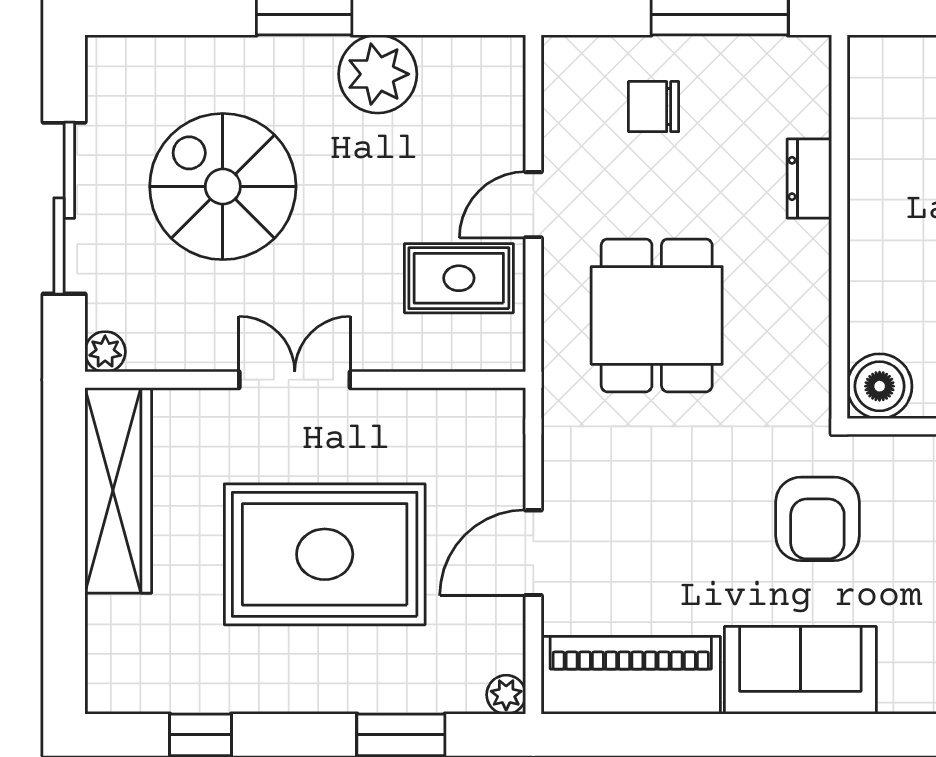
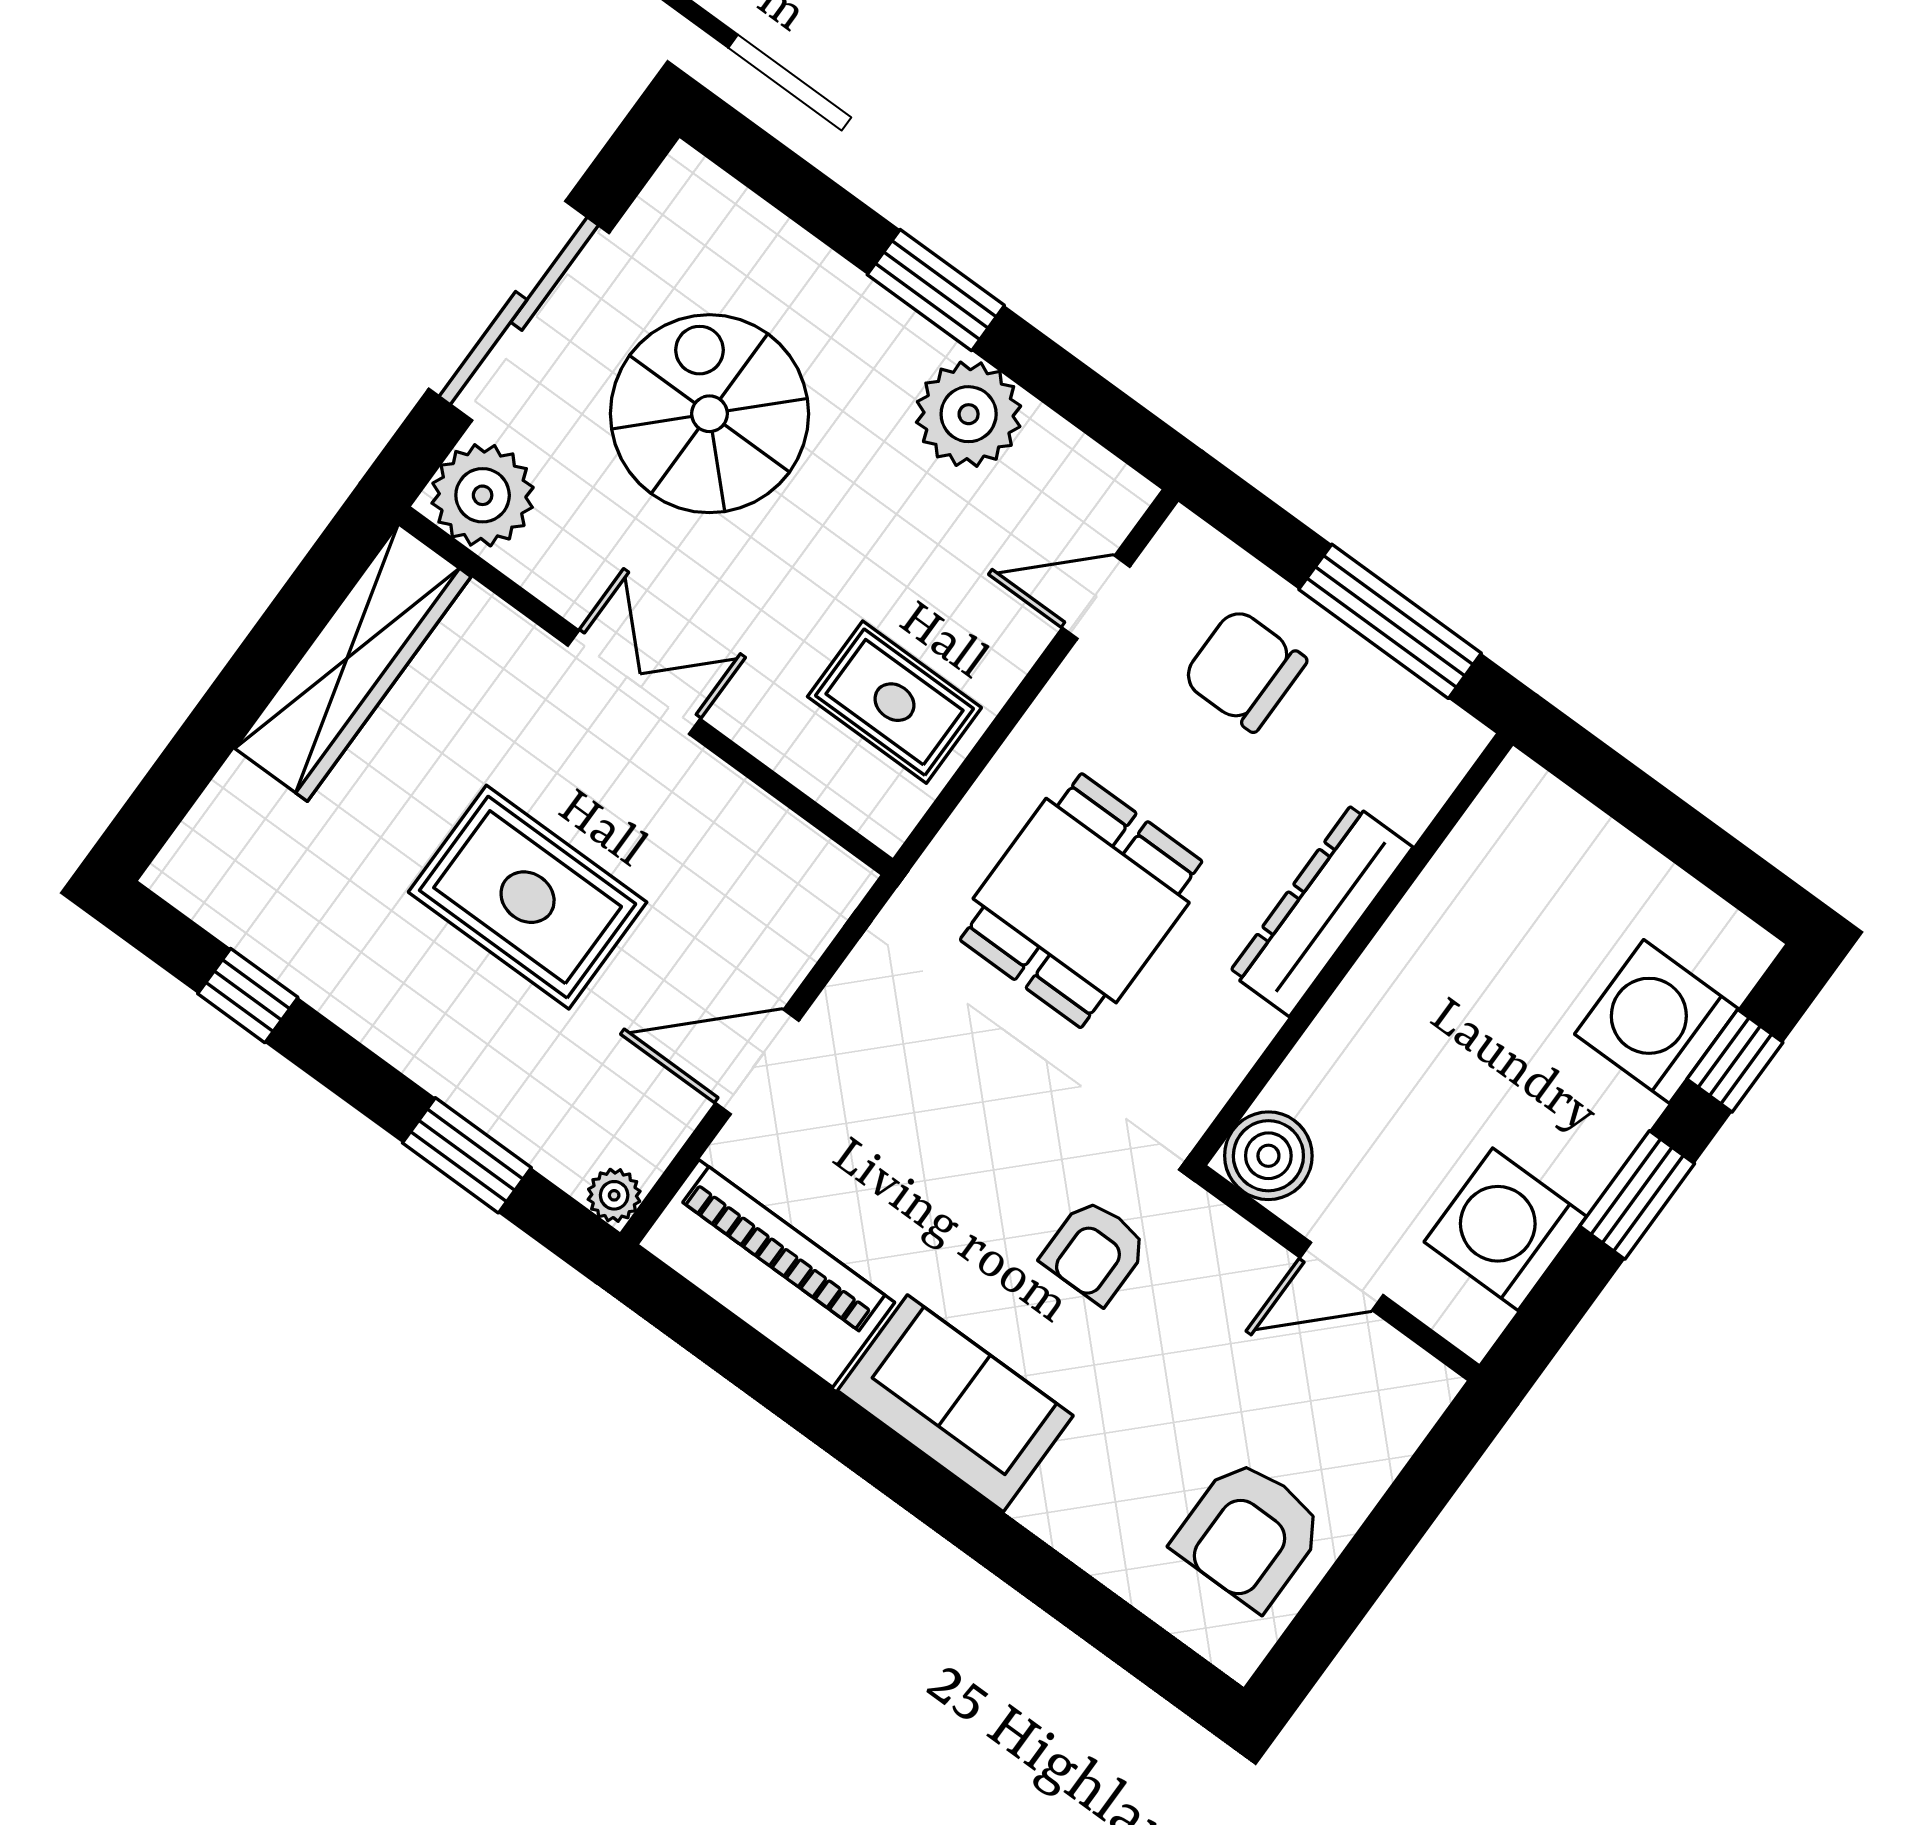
chair: (654, 107) -> (1244, 670), width x1.37, depth x1.37
dresser: (809, 179) -> (1321, 910), width x1.96, depth x1.24
door: (533, 205) -> (1096, 597), moved
plant: (105, 352) -> (483, 495), width x1.87, depth x1.87
armchair: (817, 519) -> (1095, 1251), width x0.72, depth x0.72
rug: (325, 554) -> (528, 897), width x0.73, depth x0.69

